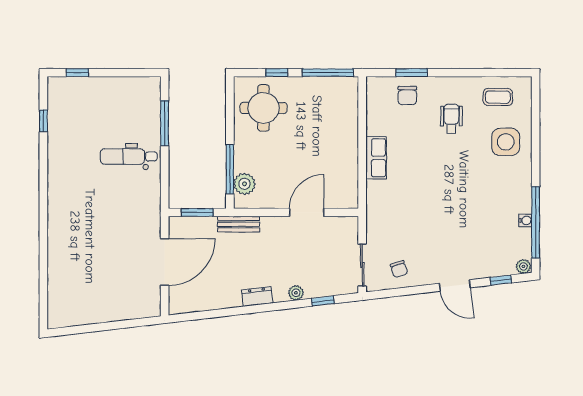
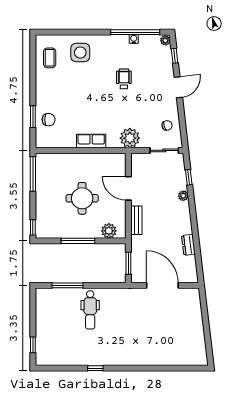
window: (277, 73) -> (33, 227), moved
round table: (264, 108) -> (82, 198), moved
wheelchair: (451, 119) -> (124, 79), moved, turned 90
window: (43, 121) -> (95, 368), moved
window: (230, 169) -> (78, 241), moved
plant: (380, 214) -> (130, 138), added
bench: (239, 224) -> (136, 220), moved
dresser: (257, 296) -> (188, 245), moved

